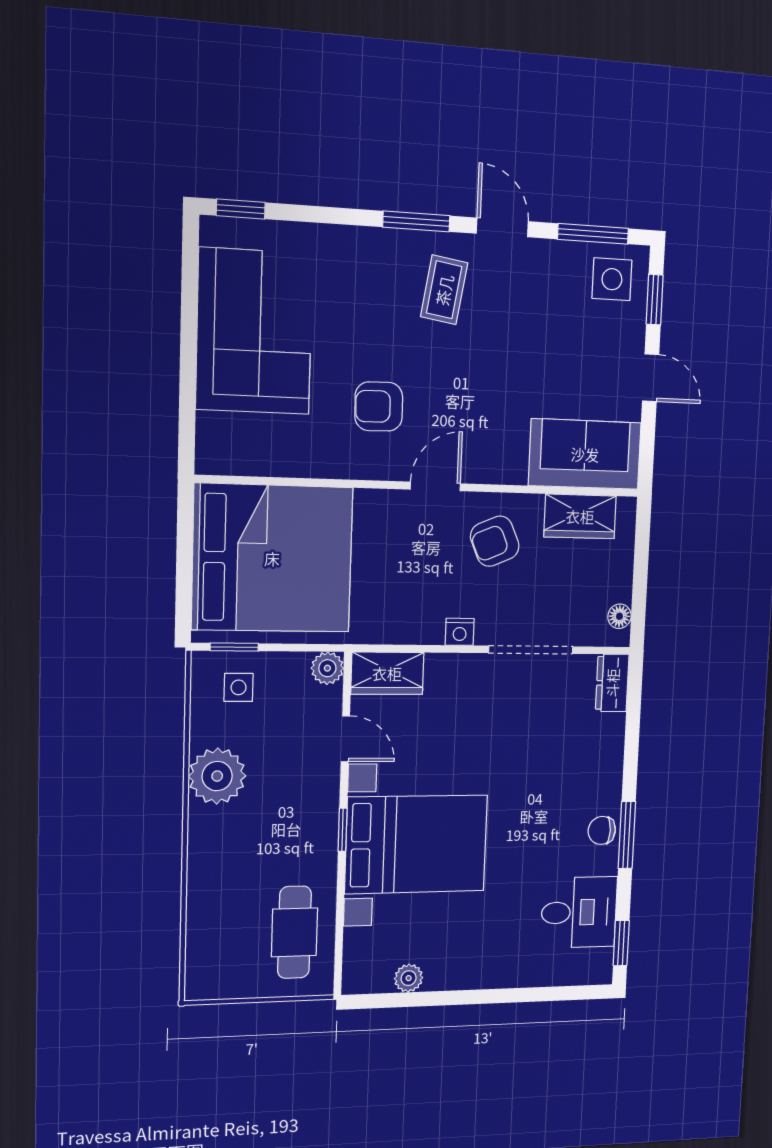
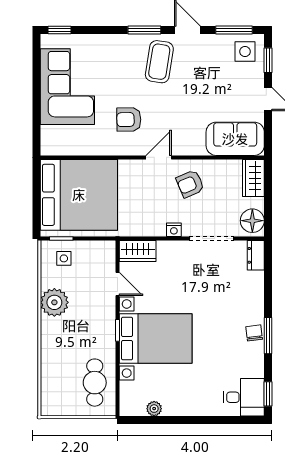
coffee table: (444, 290) -> (159, 62), width x1.36, depth x1.30
wardrobe: (580, 516) -> (253, 178), moved, turned 90
floor lamp: (619, 616) -> (252, 221), width x1.89, depth x1.89
plant: (327, 668) -> (107, 249), removed
chair: (602, 830) -> (254, 333), turned 83
desk: (579, 912) -> (244, 397), moved

